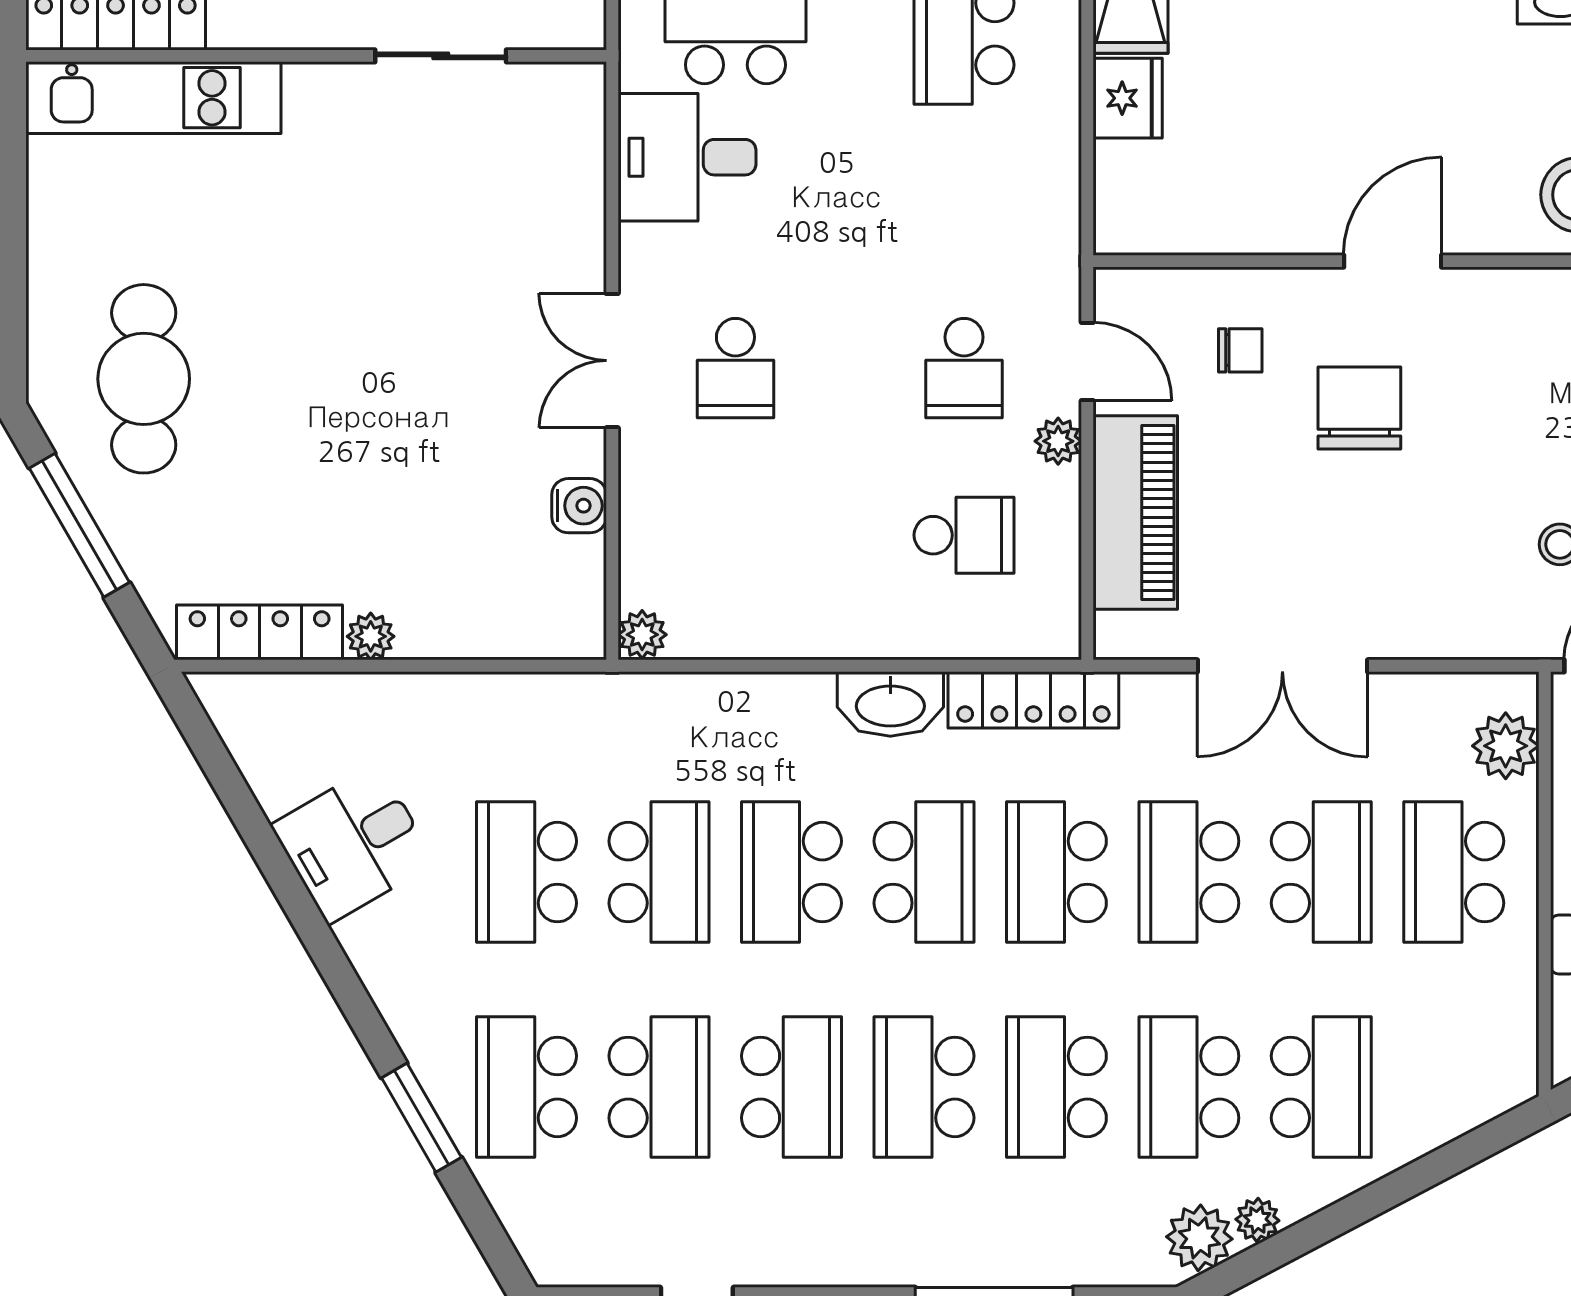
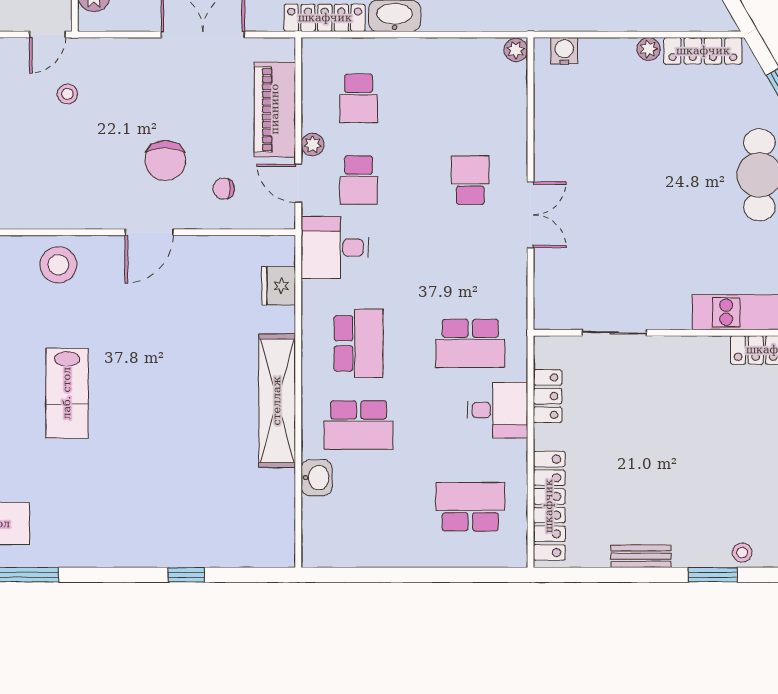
fridge: (1128, 98) -> (279, 286), moved
desk: (687, 157) -> (335, 247), moved, turned 180
double door: (612, 361) -> (530, 215), moved
school desk: (964, 368) -> (359, 180), turned 180
water cooler: (579, 506) -> (564, 51), moved, turned 90
school desk: (964, 535) -> (359, 98), turned -90

